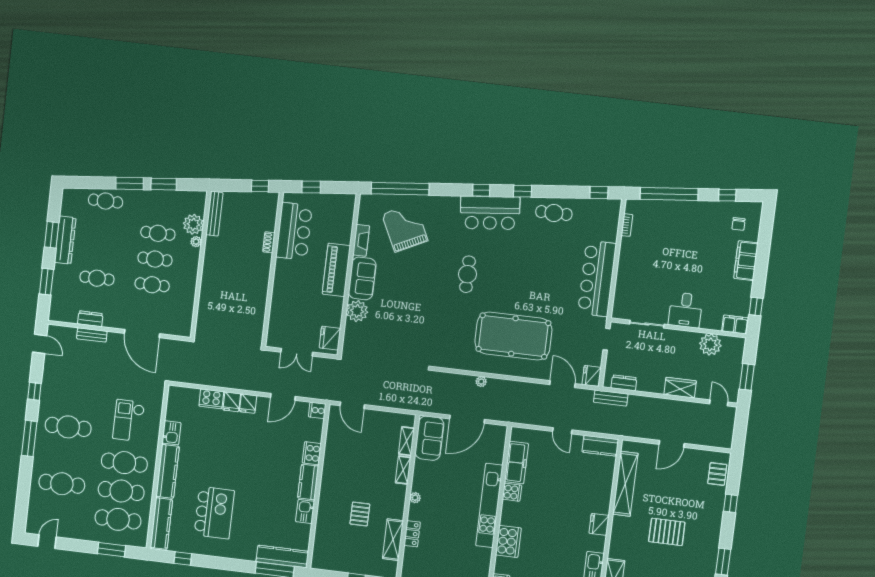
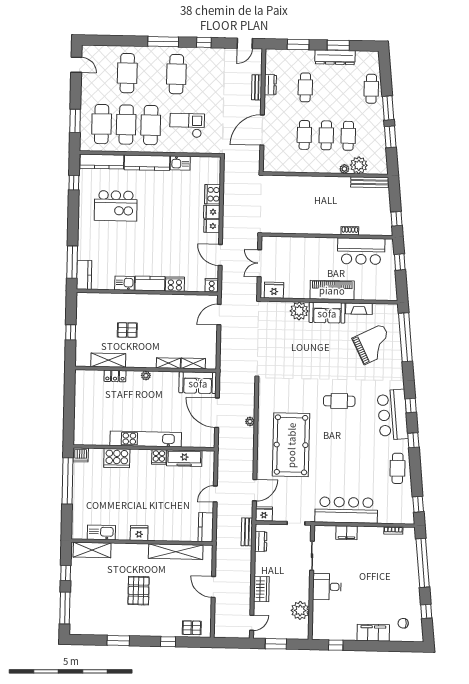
filing cabinet: (735, 325) -> (347, 533), moved, turned 90
kitchen counter: (282, 557) -> (84, 275), width x0.67

